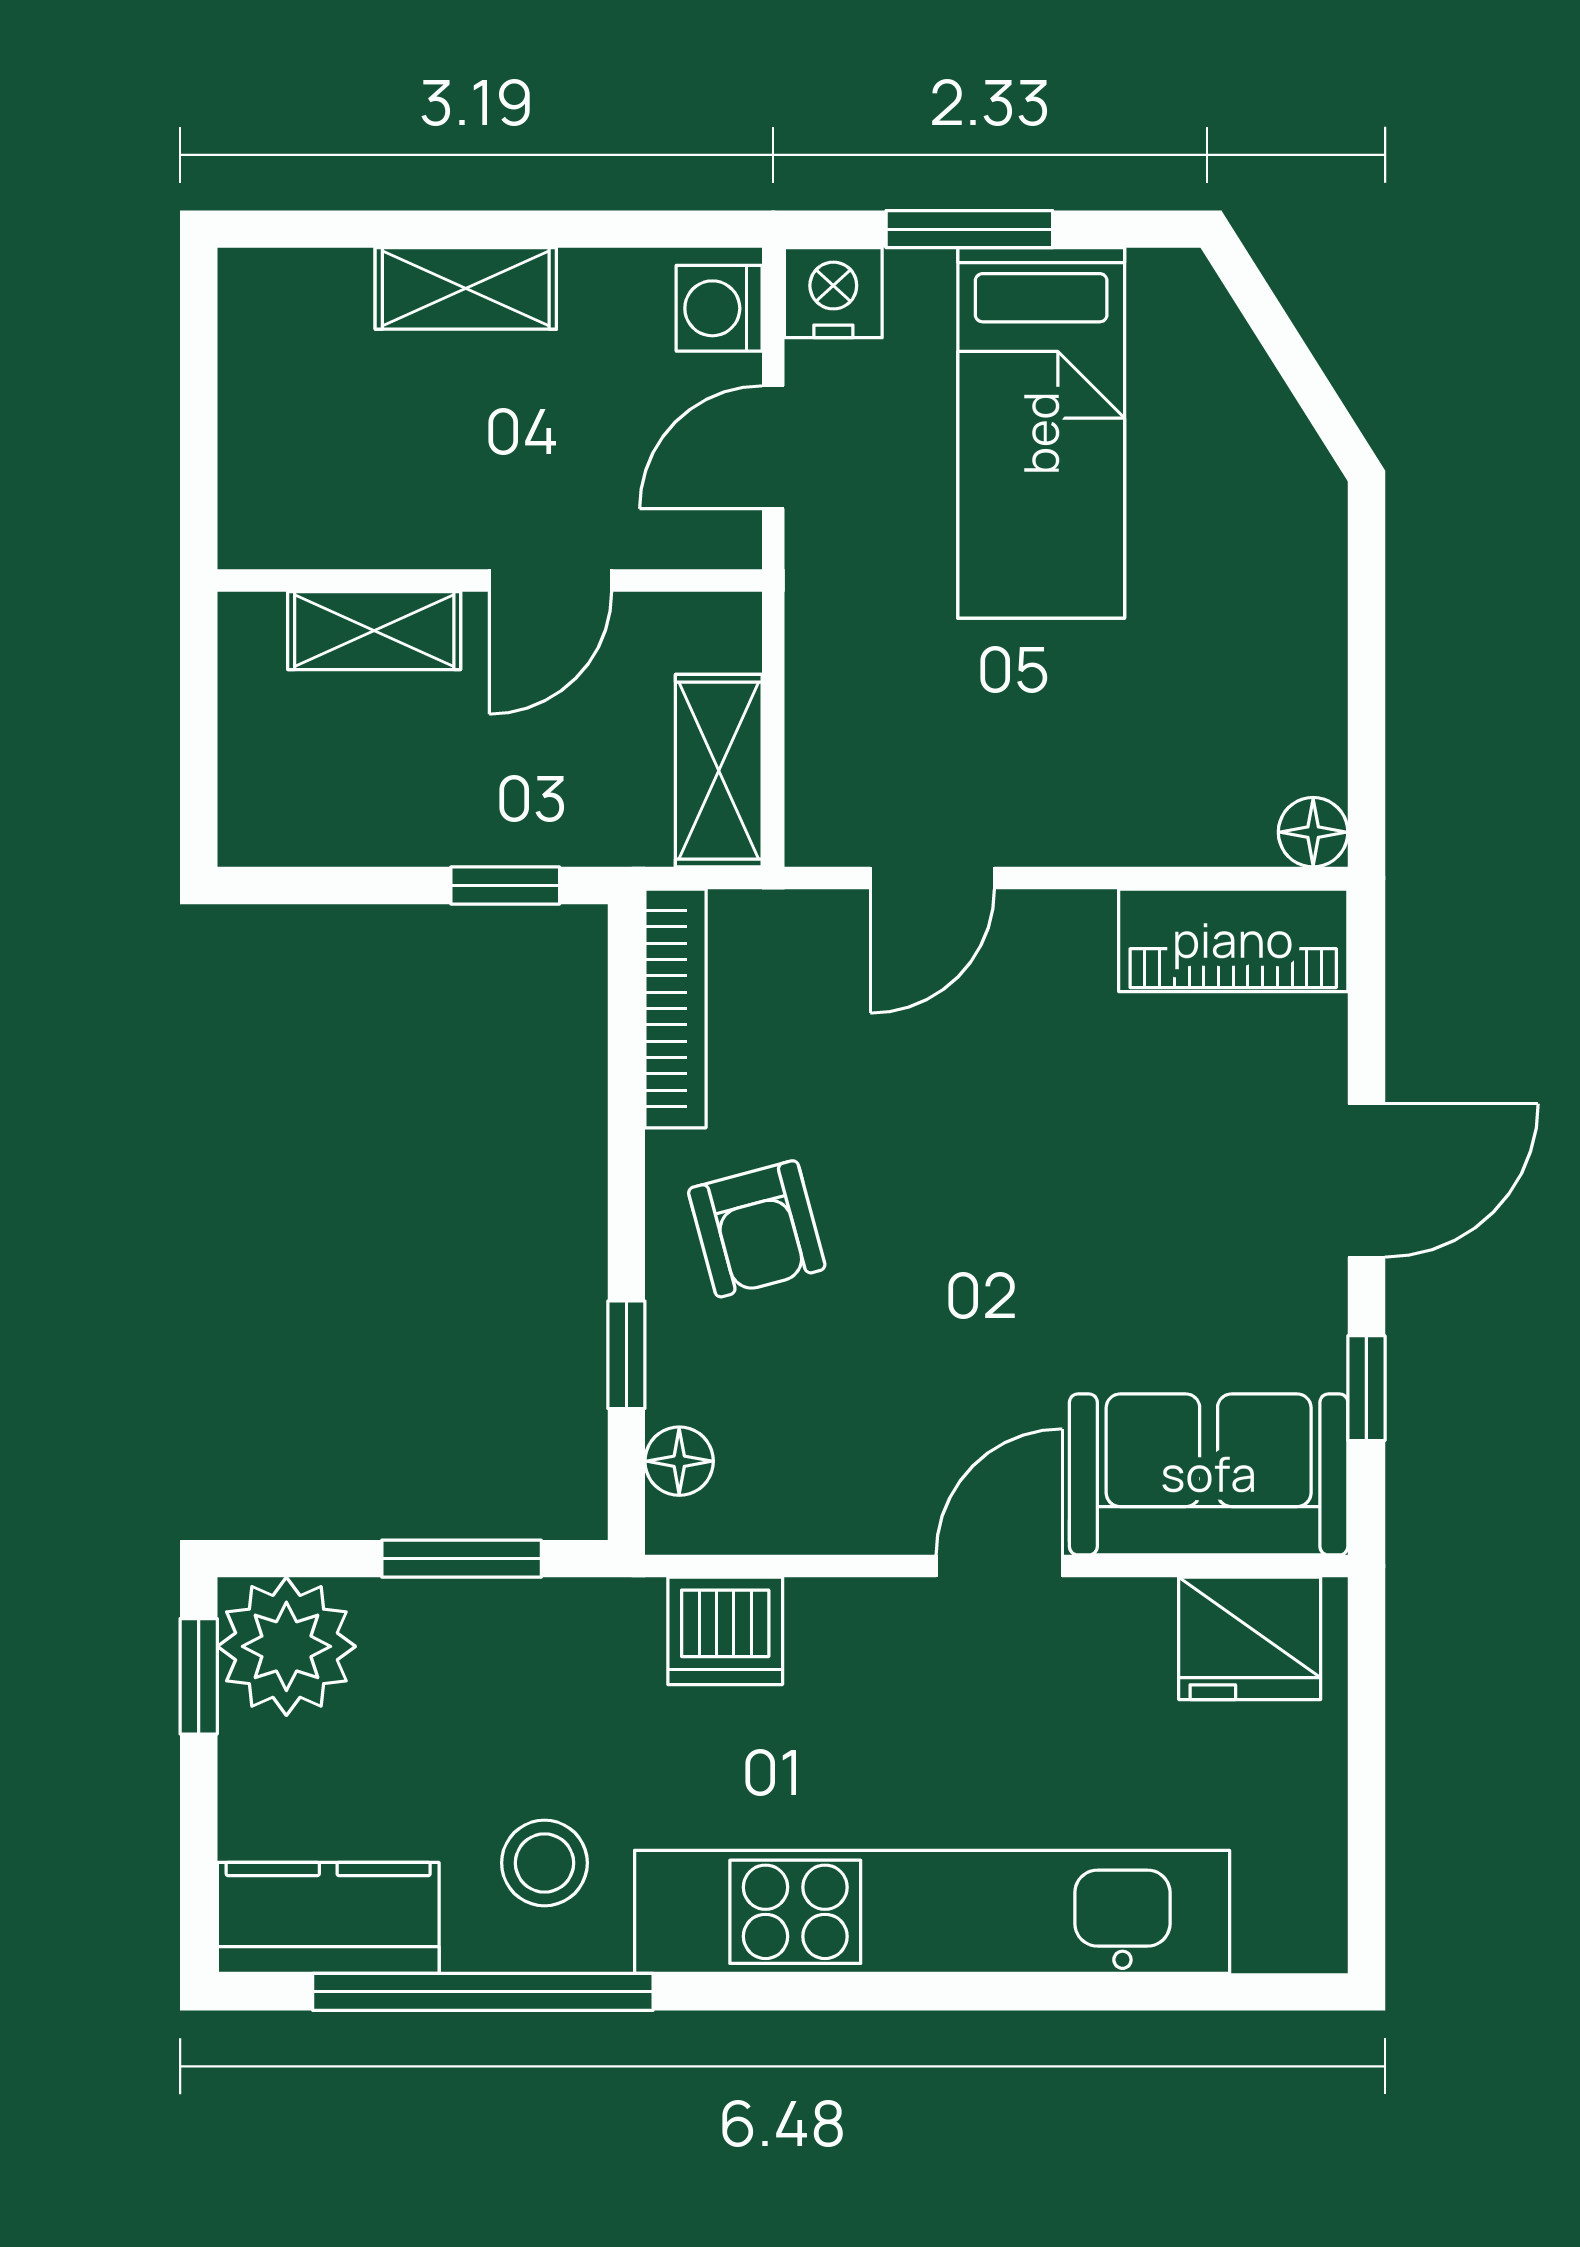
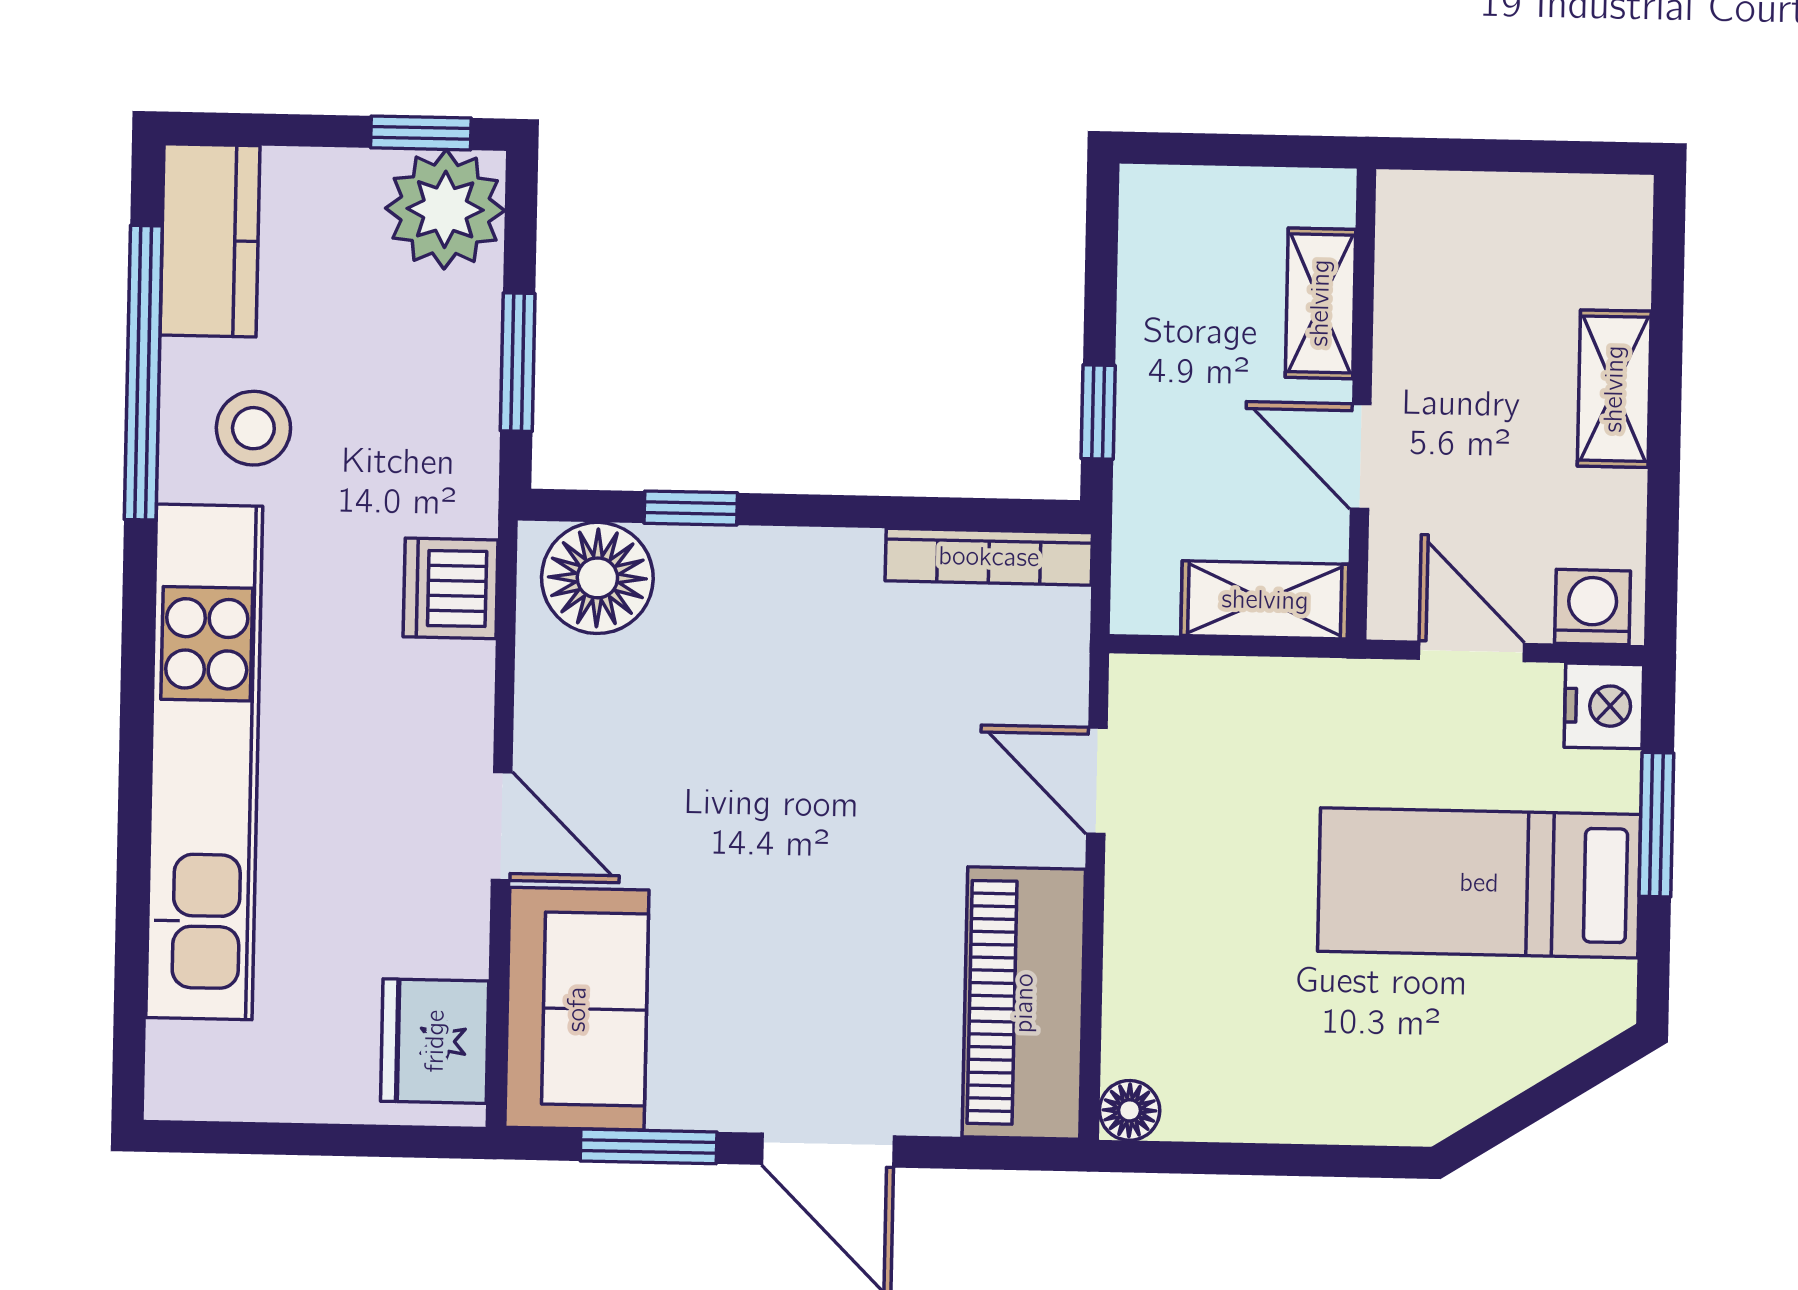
shelving: (719, 771) -> (1265, 600), moved
piano: (1233, 940) -> (1024, 1003), width x1.37, depth x1.33
armchair: (757, 1229) -> (797, 623), removed
window: (1366, 1388) -> (649, 1146), width x1.50
floor lamp: (679, 1461) -> (597, 578), width x1.89, depth x1.89

